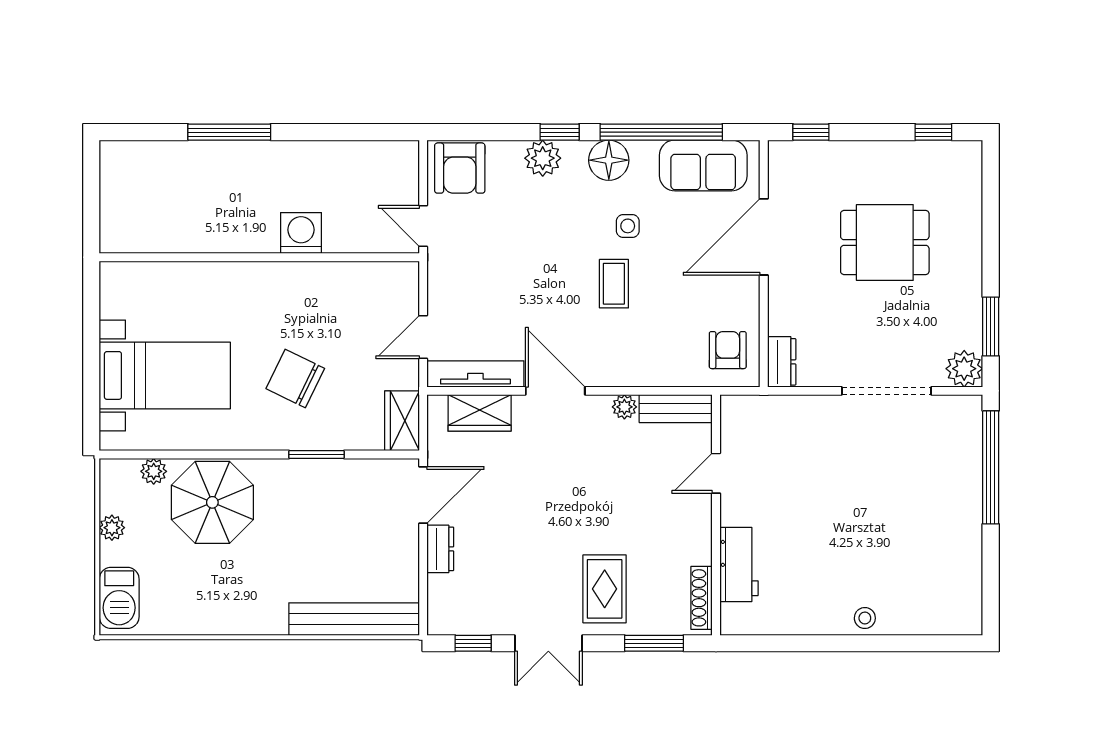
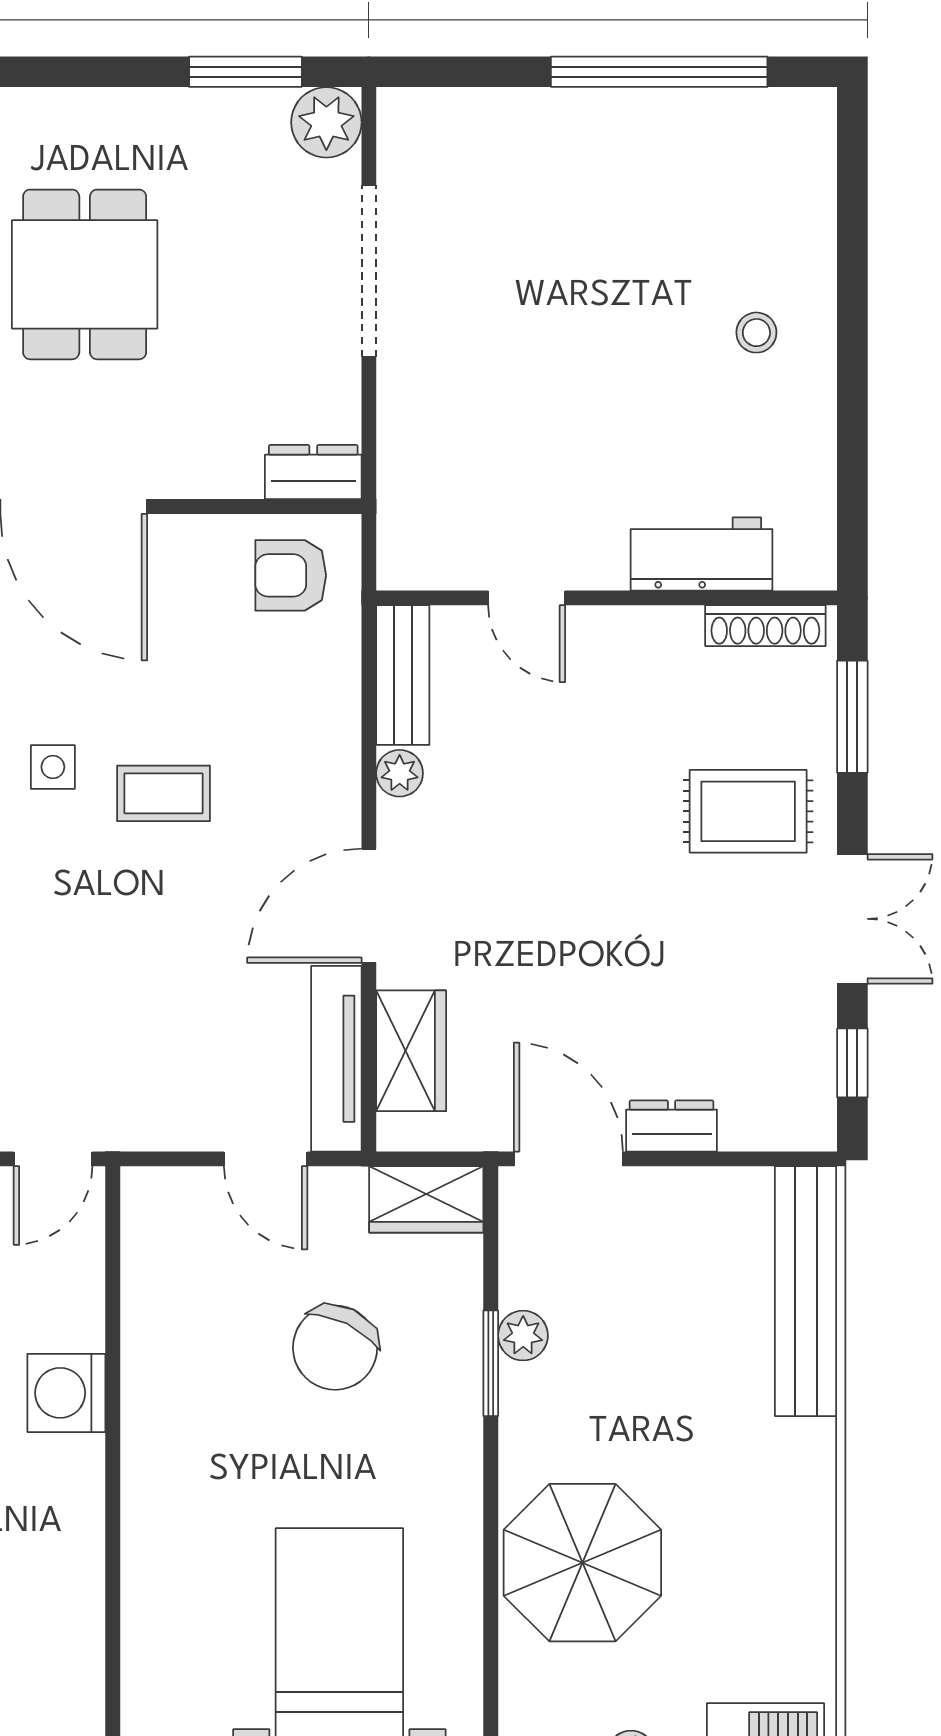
chair: (295, 378) -> (335, 1348), moved
window: (991, 467) -> (659, 72), moved
plant: (154, 471) -> (523, 1336), moved
stool: (865, 618) -> (756, 333), moved

